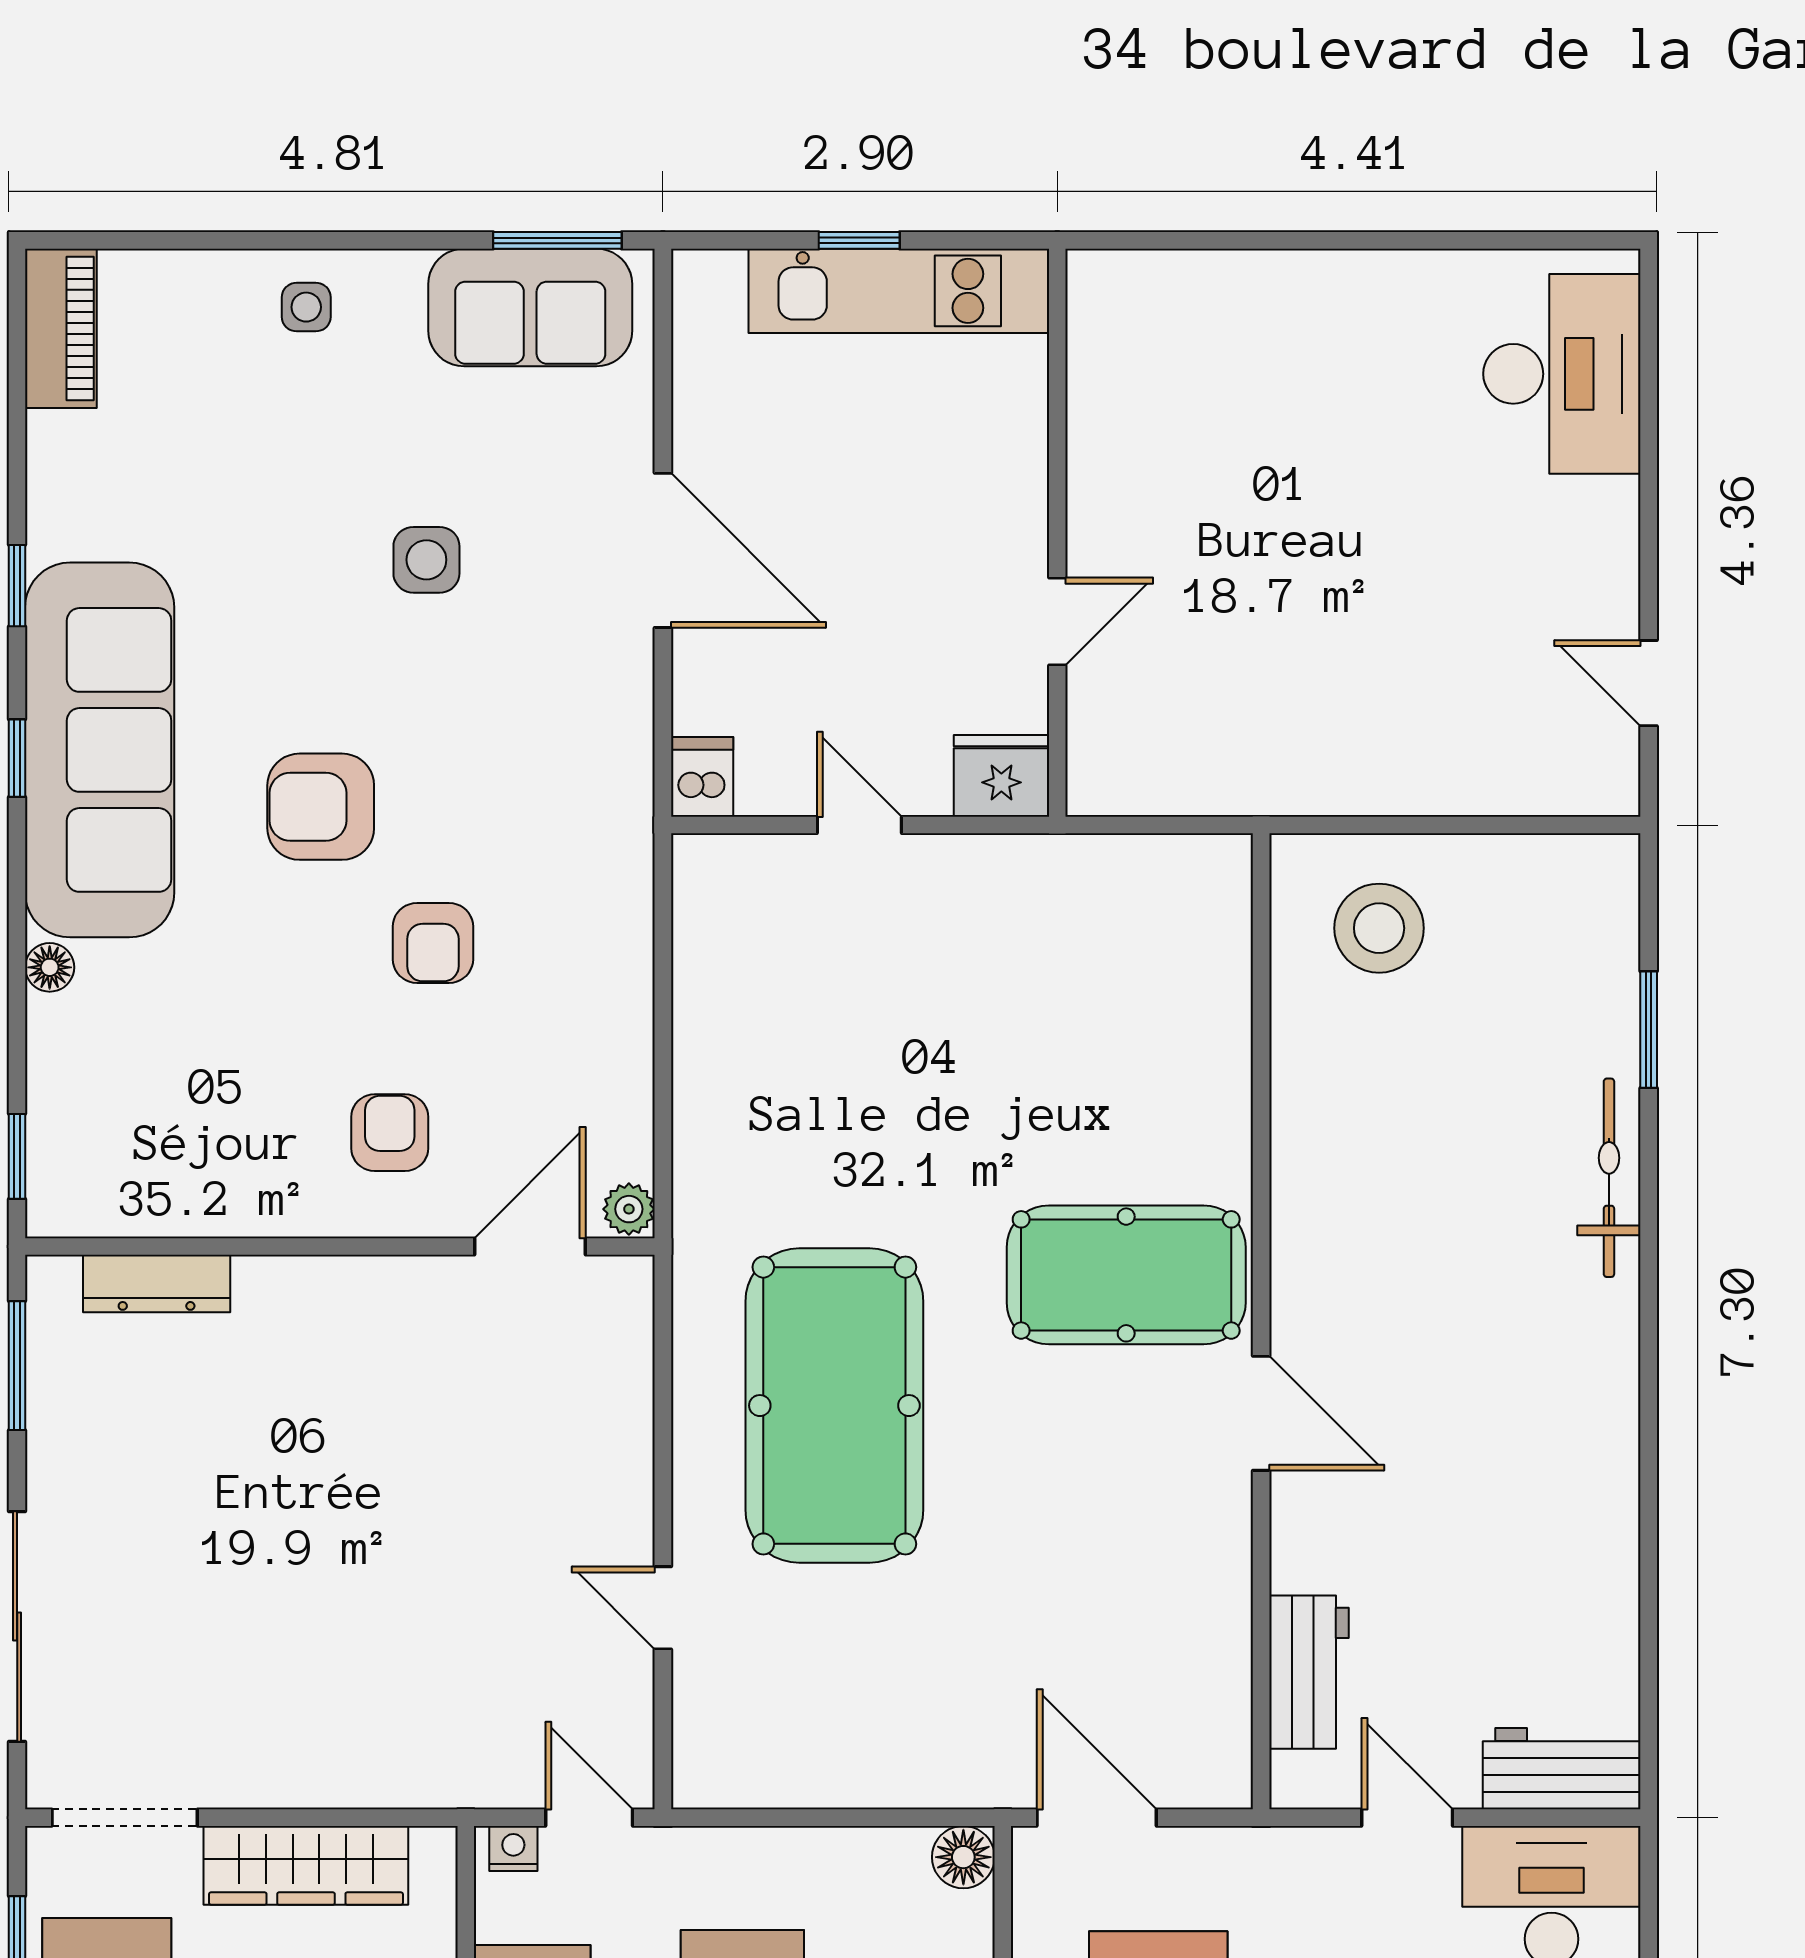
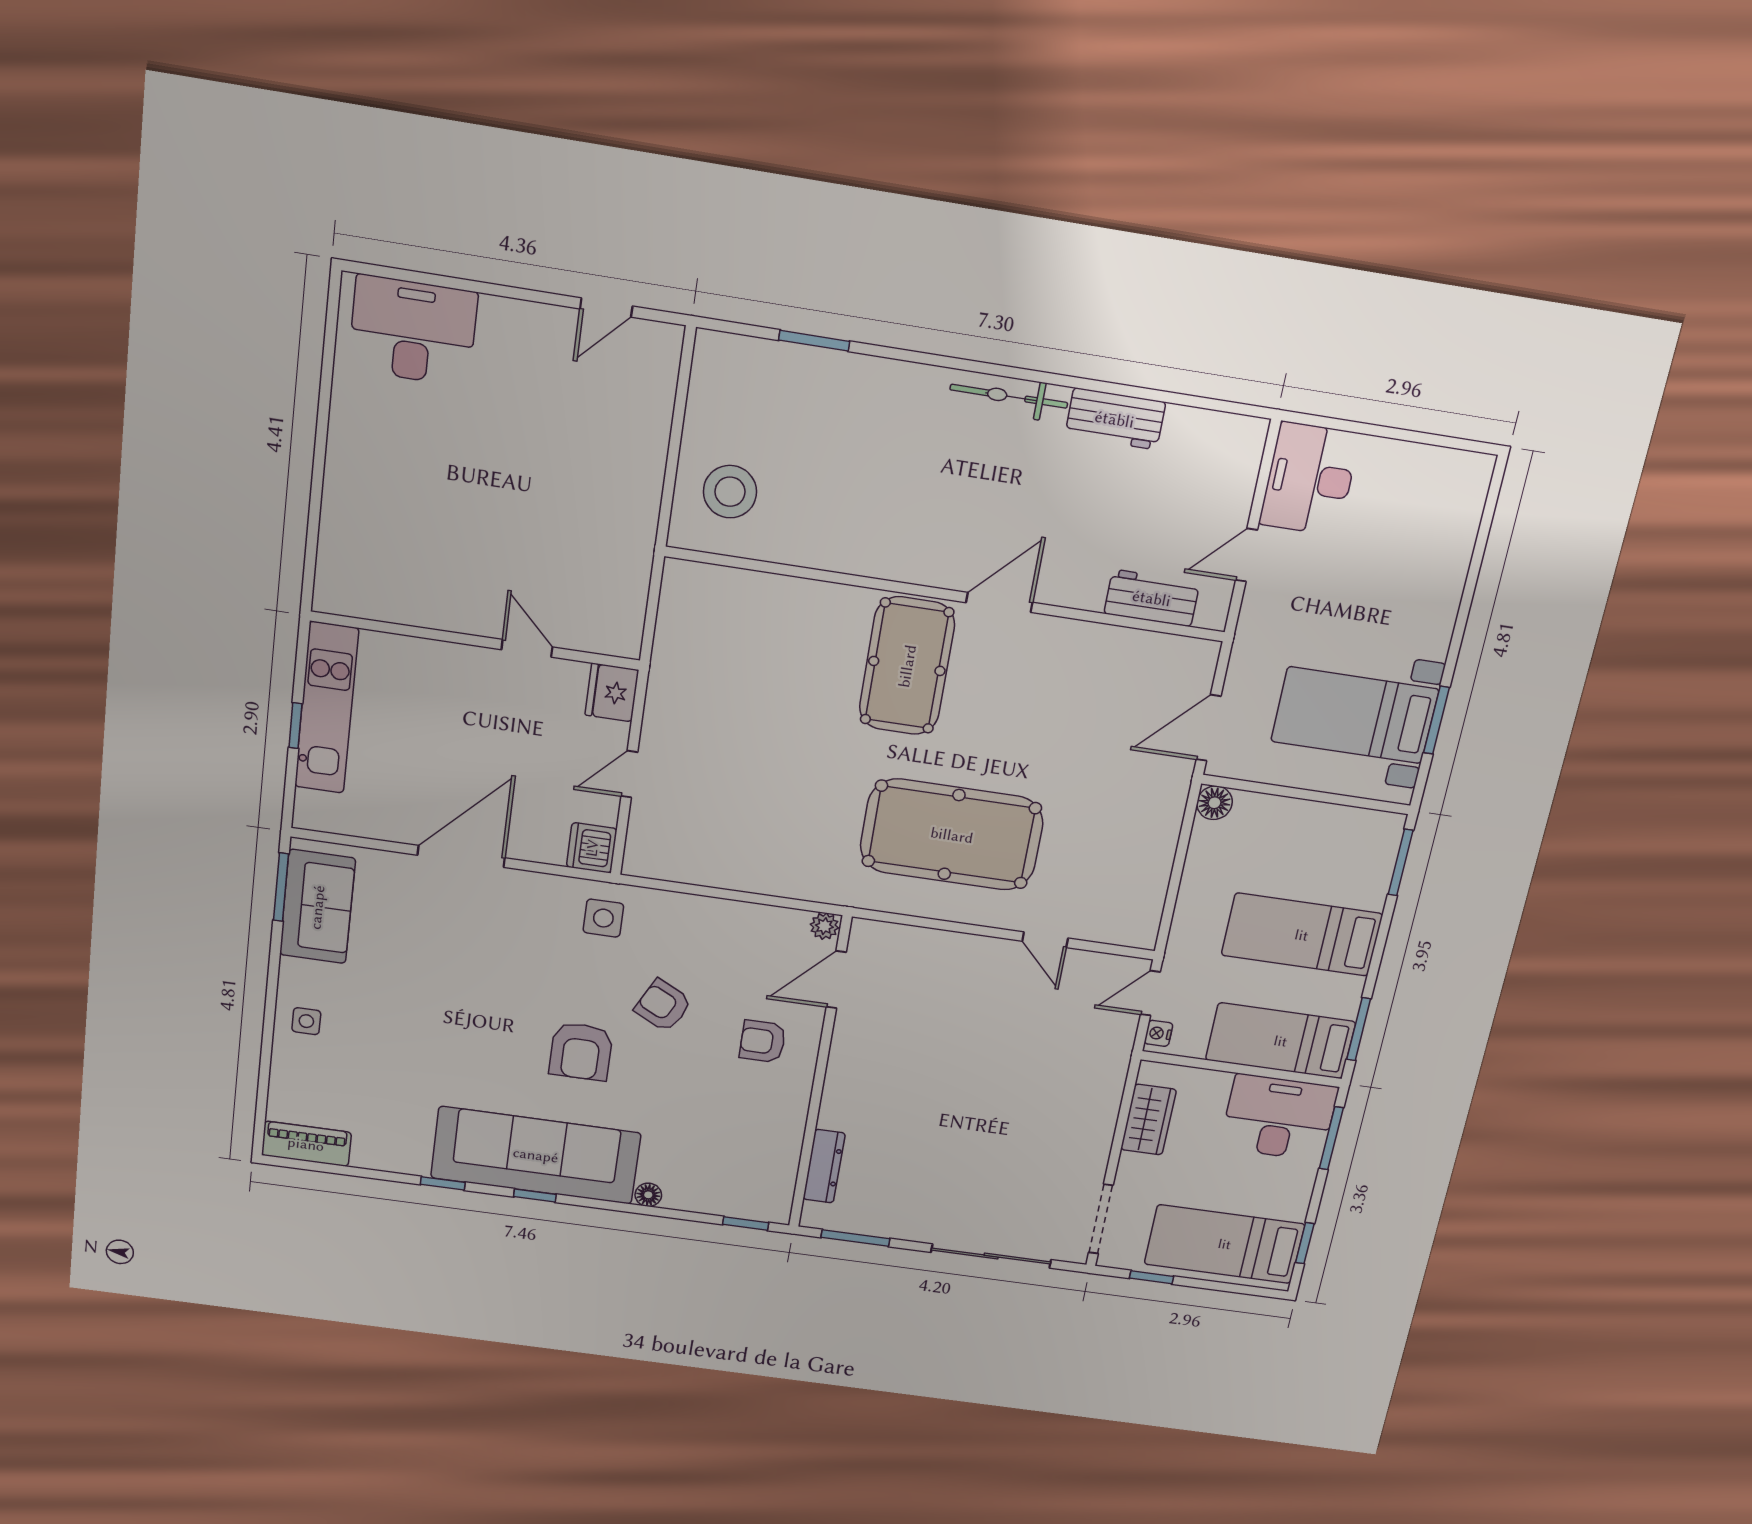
side table: (426, 560) -> (603, 918), moved
dishwasher: (702, 777) -> (592, 848), width x1.38
armchair: (433, 943) -> (663, 1005), turned -153
bicycle: (1609, 1178) -> (1009, 396), moved
door: (530, 1247) -> (836, 980), hinge flipped
door: (663, 1608) -> (1045, 940), hinge flipped
workbench: (1562, 1769) -> (1115, 419), moved, turned -90
wardrobe: (306, 1865) -> (1148, 1120), width x0.67

